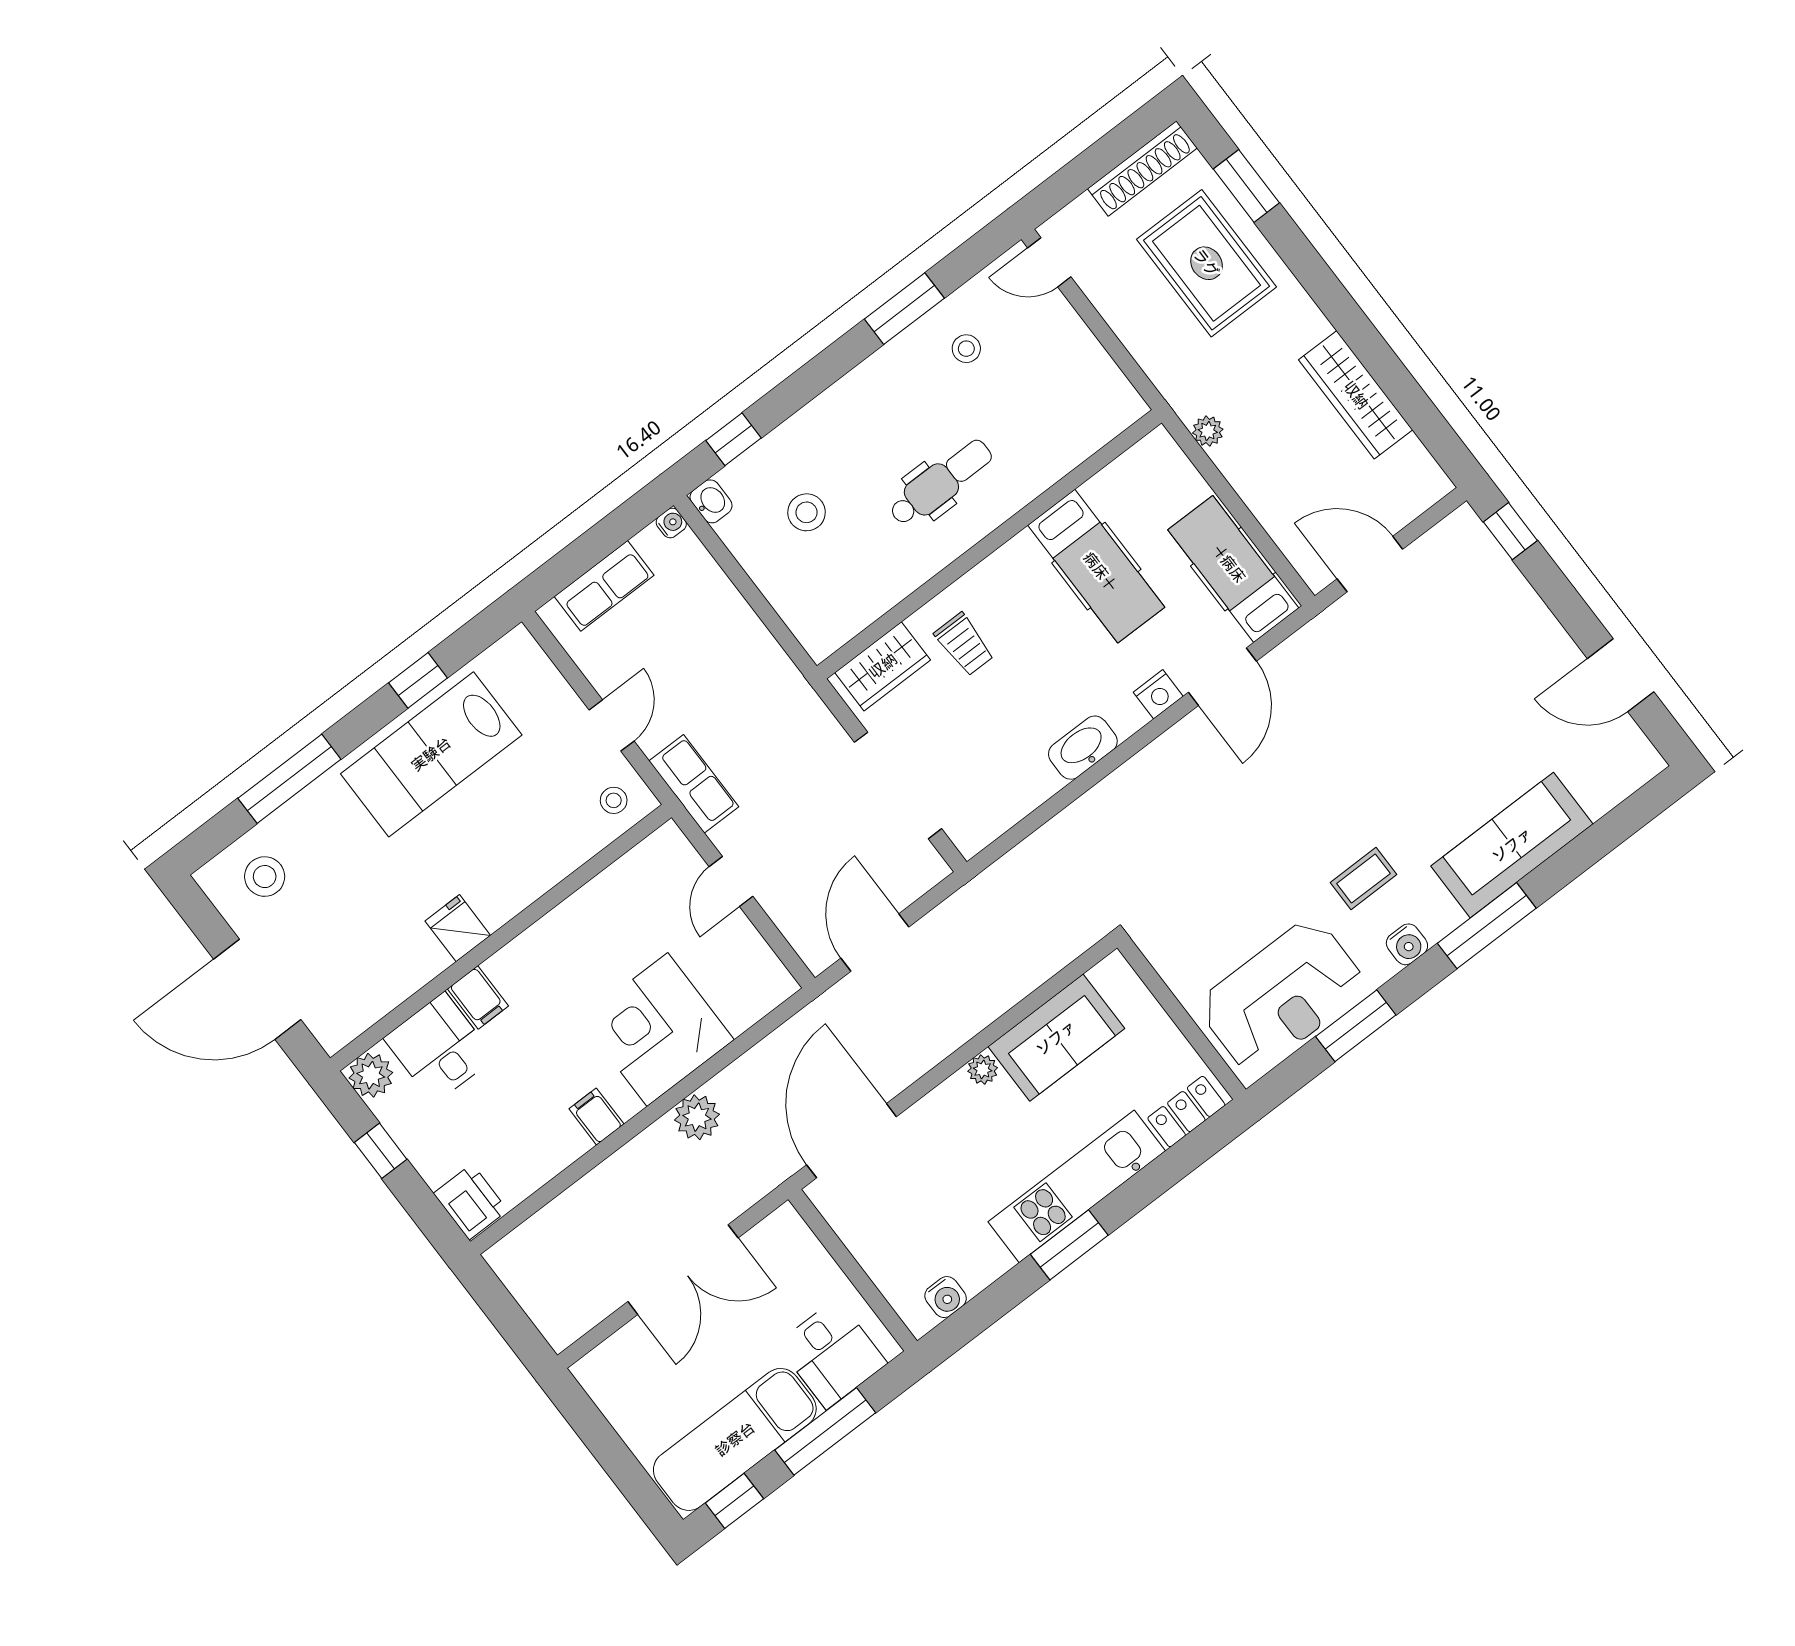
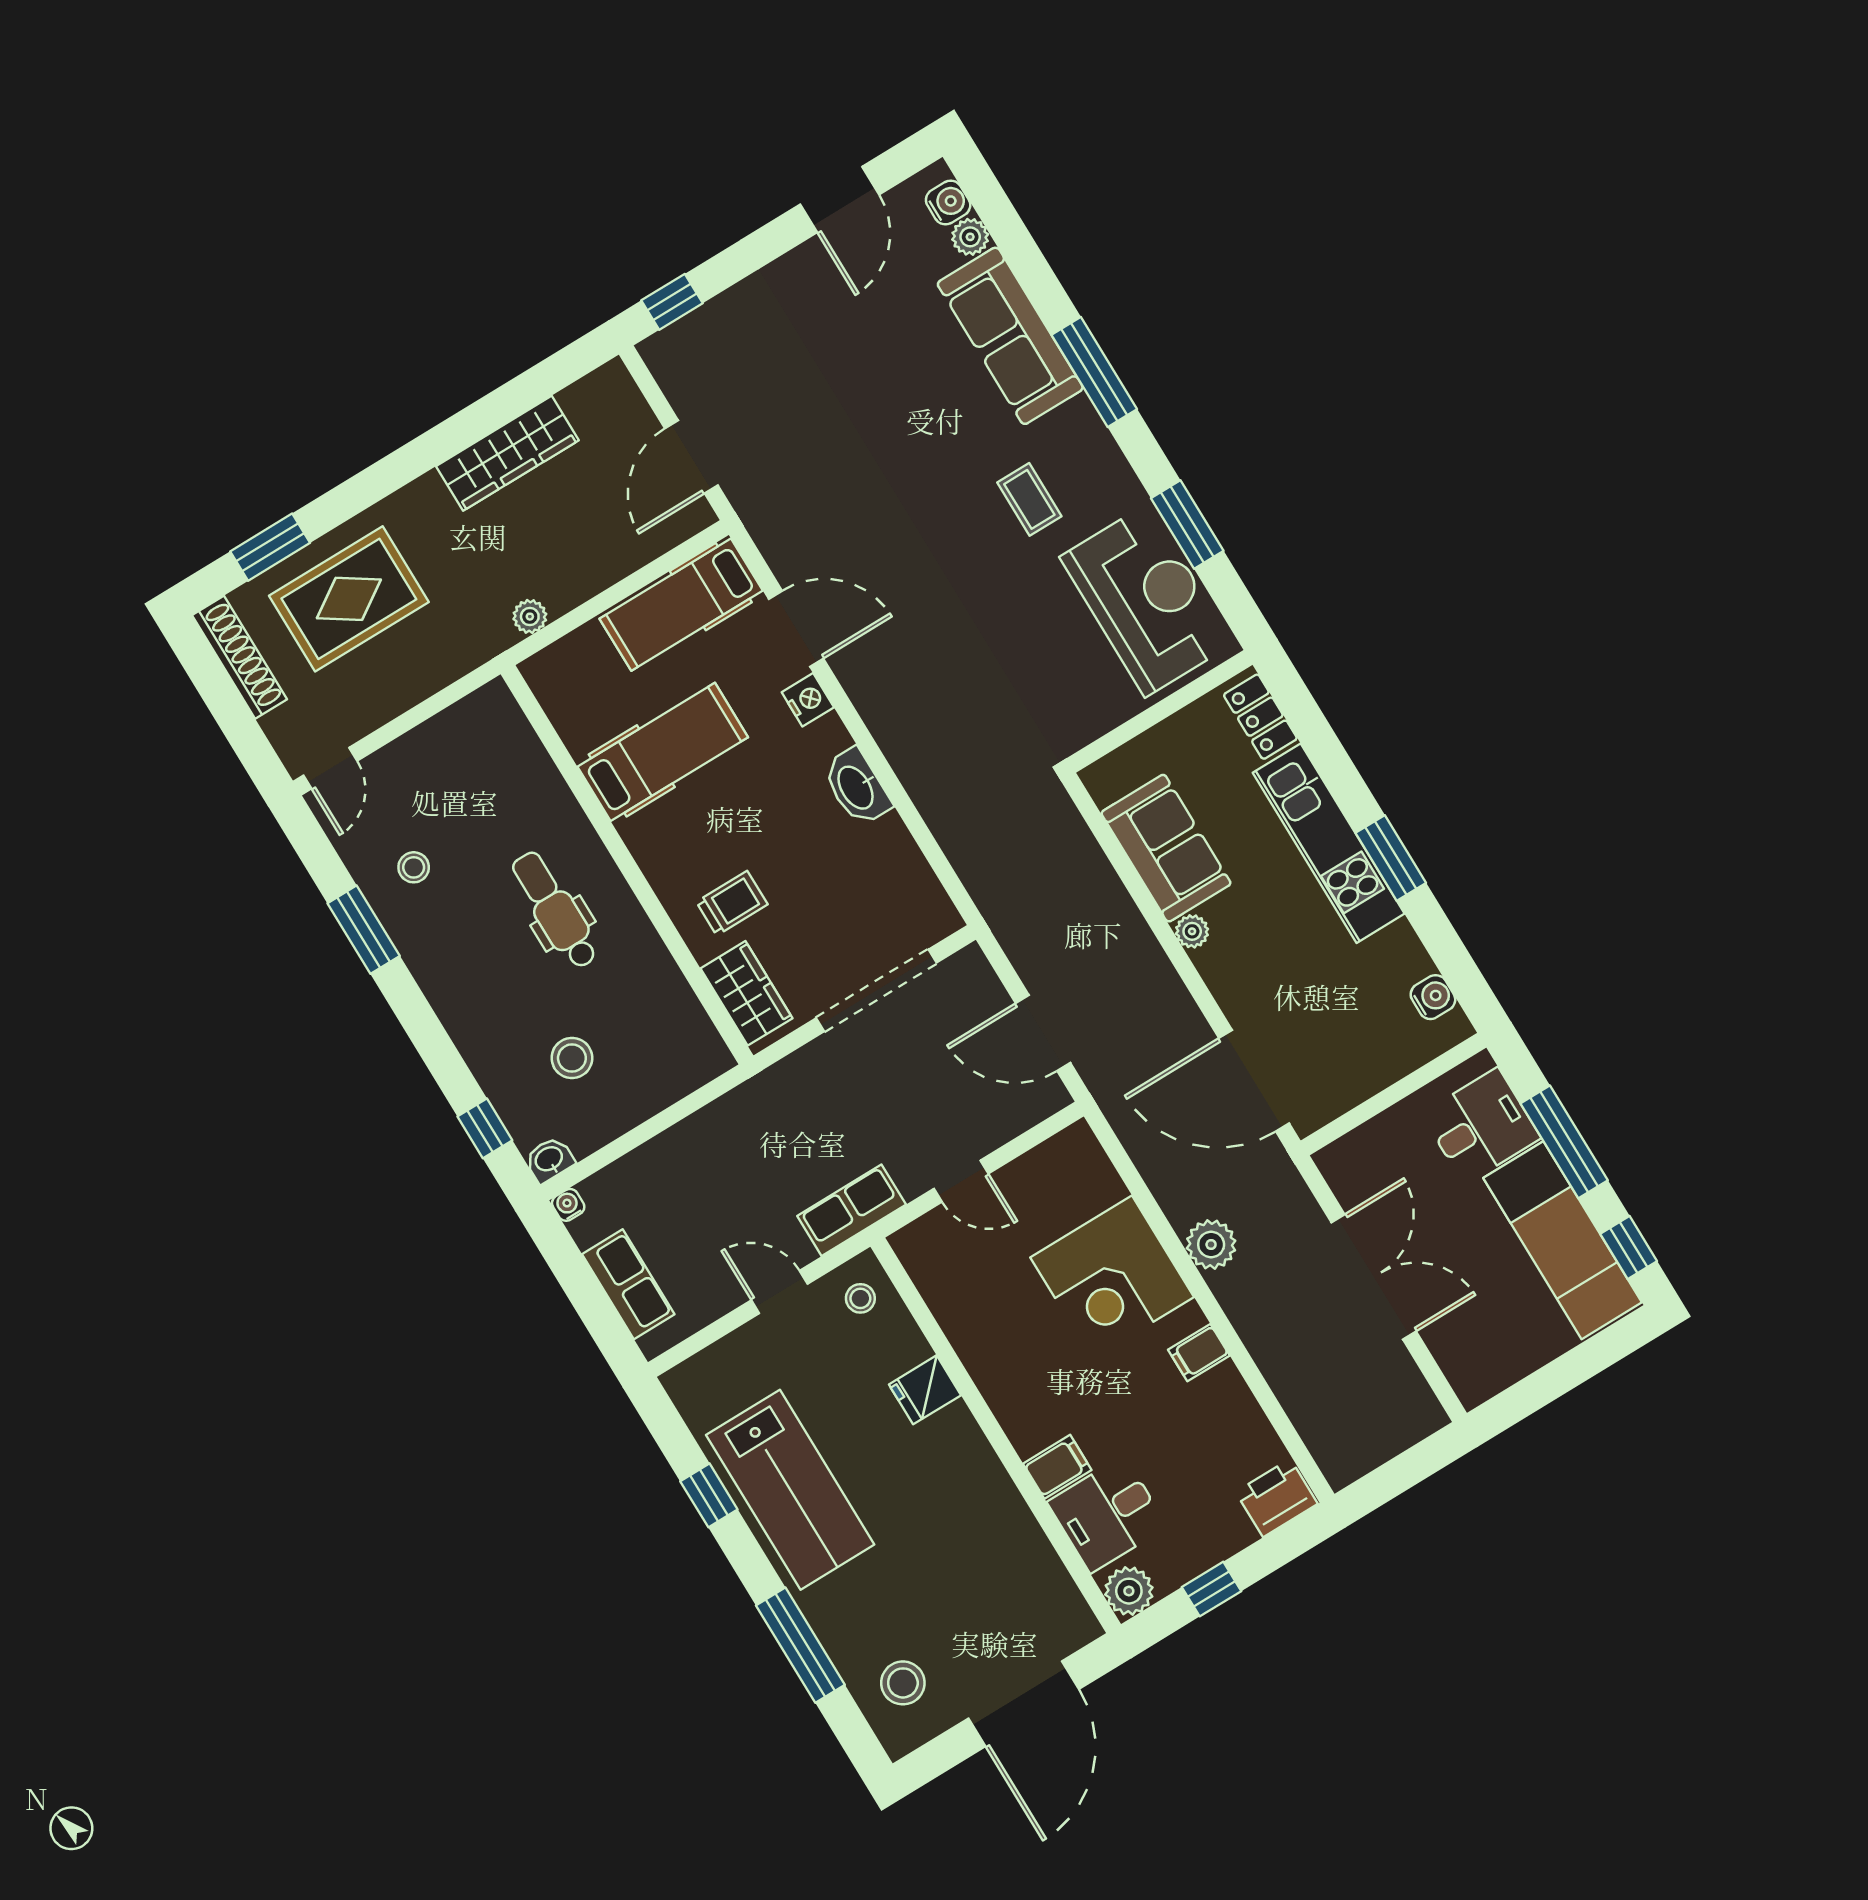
plant: (1599, 799) -> (970, 237), added
fridge: (458, 928) -> (925, 1390), moved
water cooler: (1407, 944) -> (948, 203), moved

